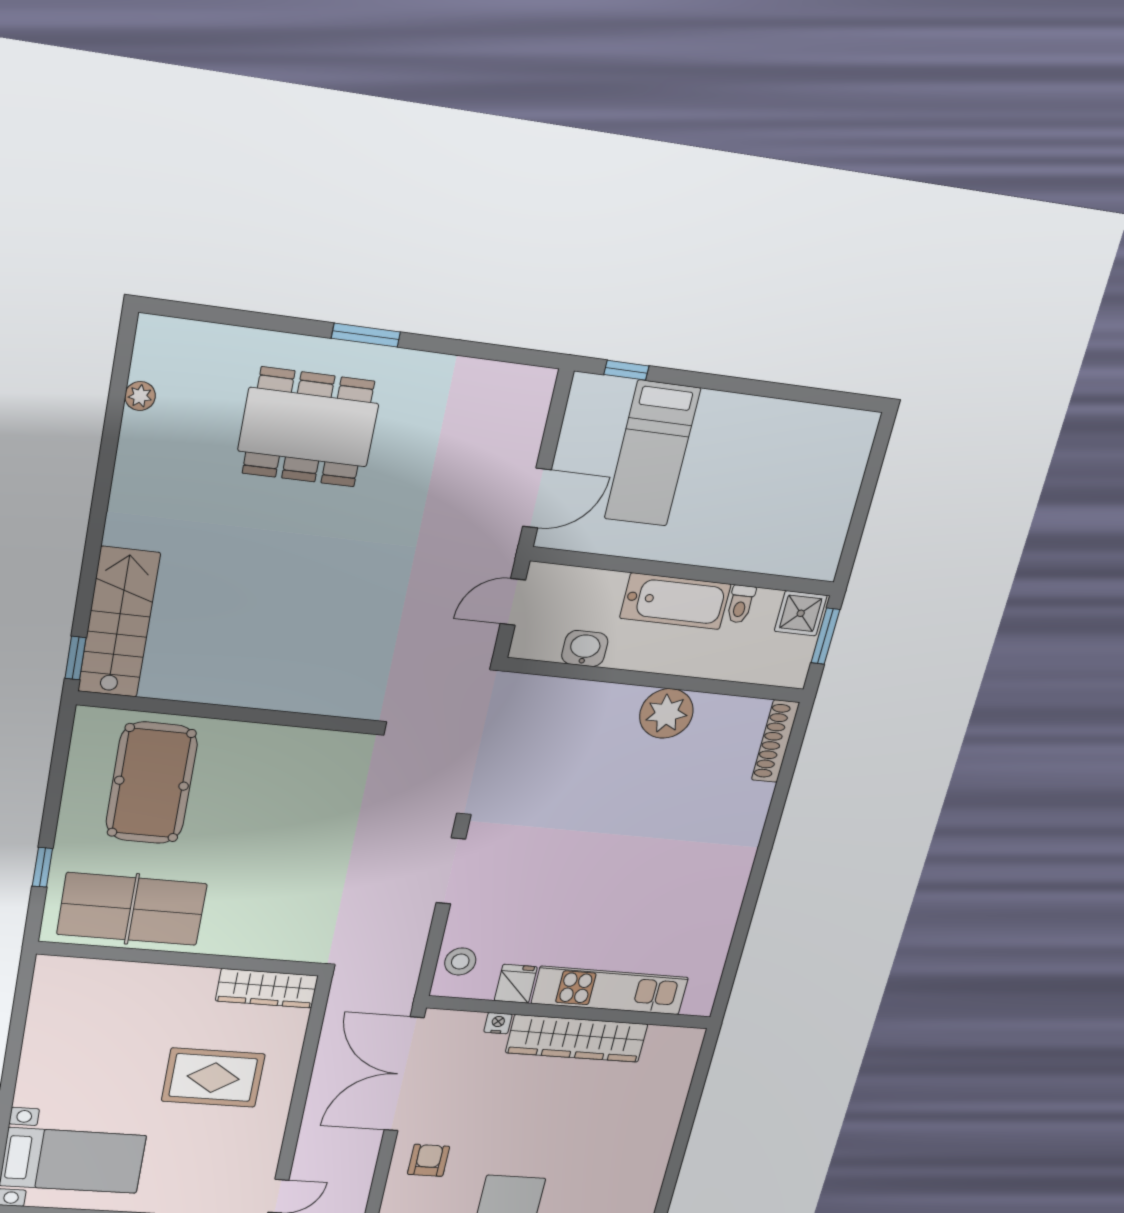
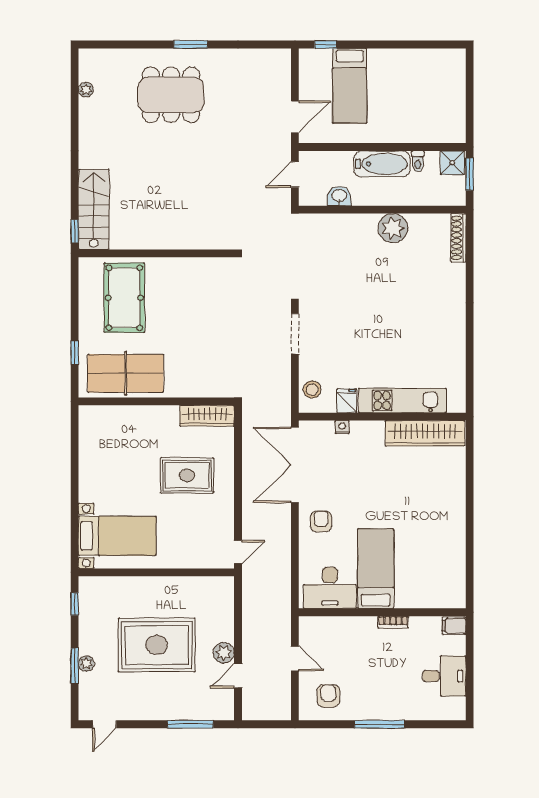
wardrobe: (577, 1038) -> (425, 433), moved

